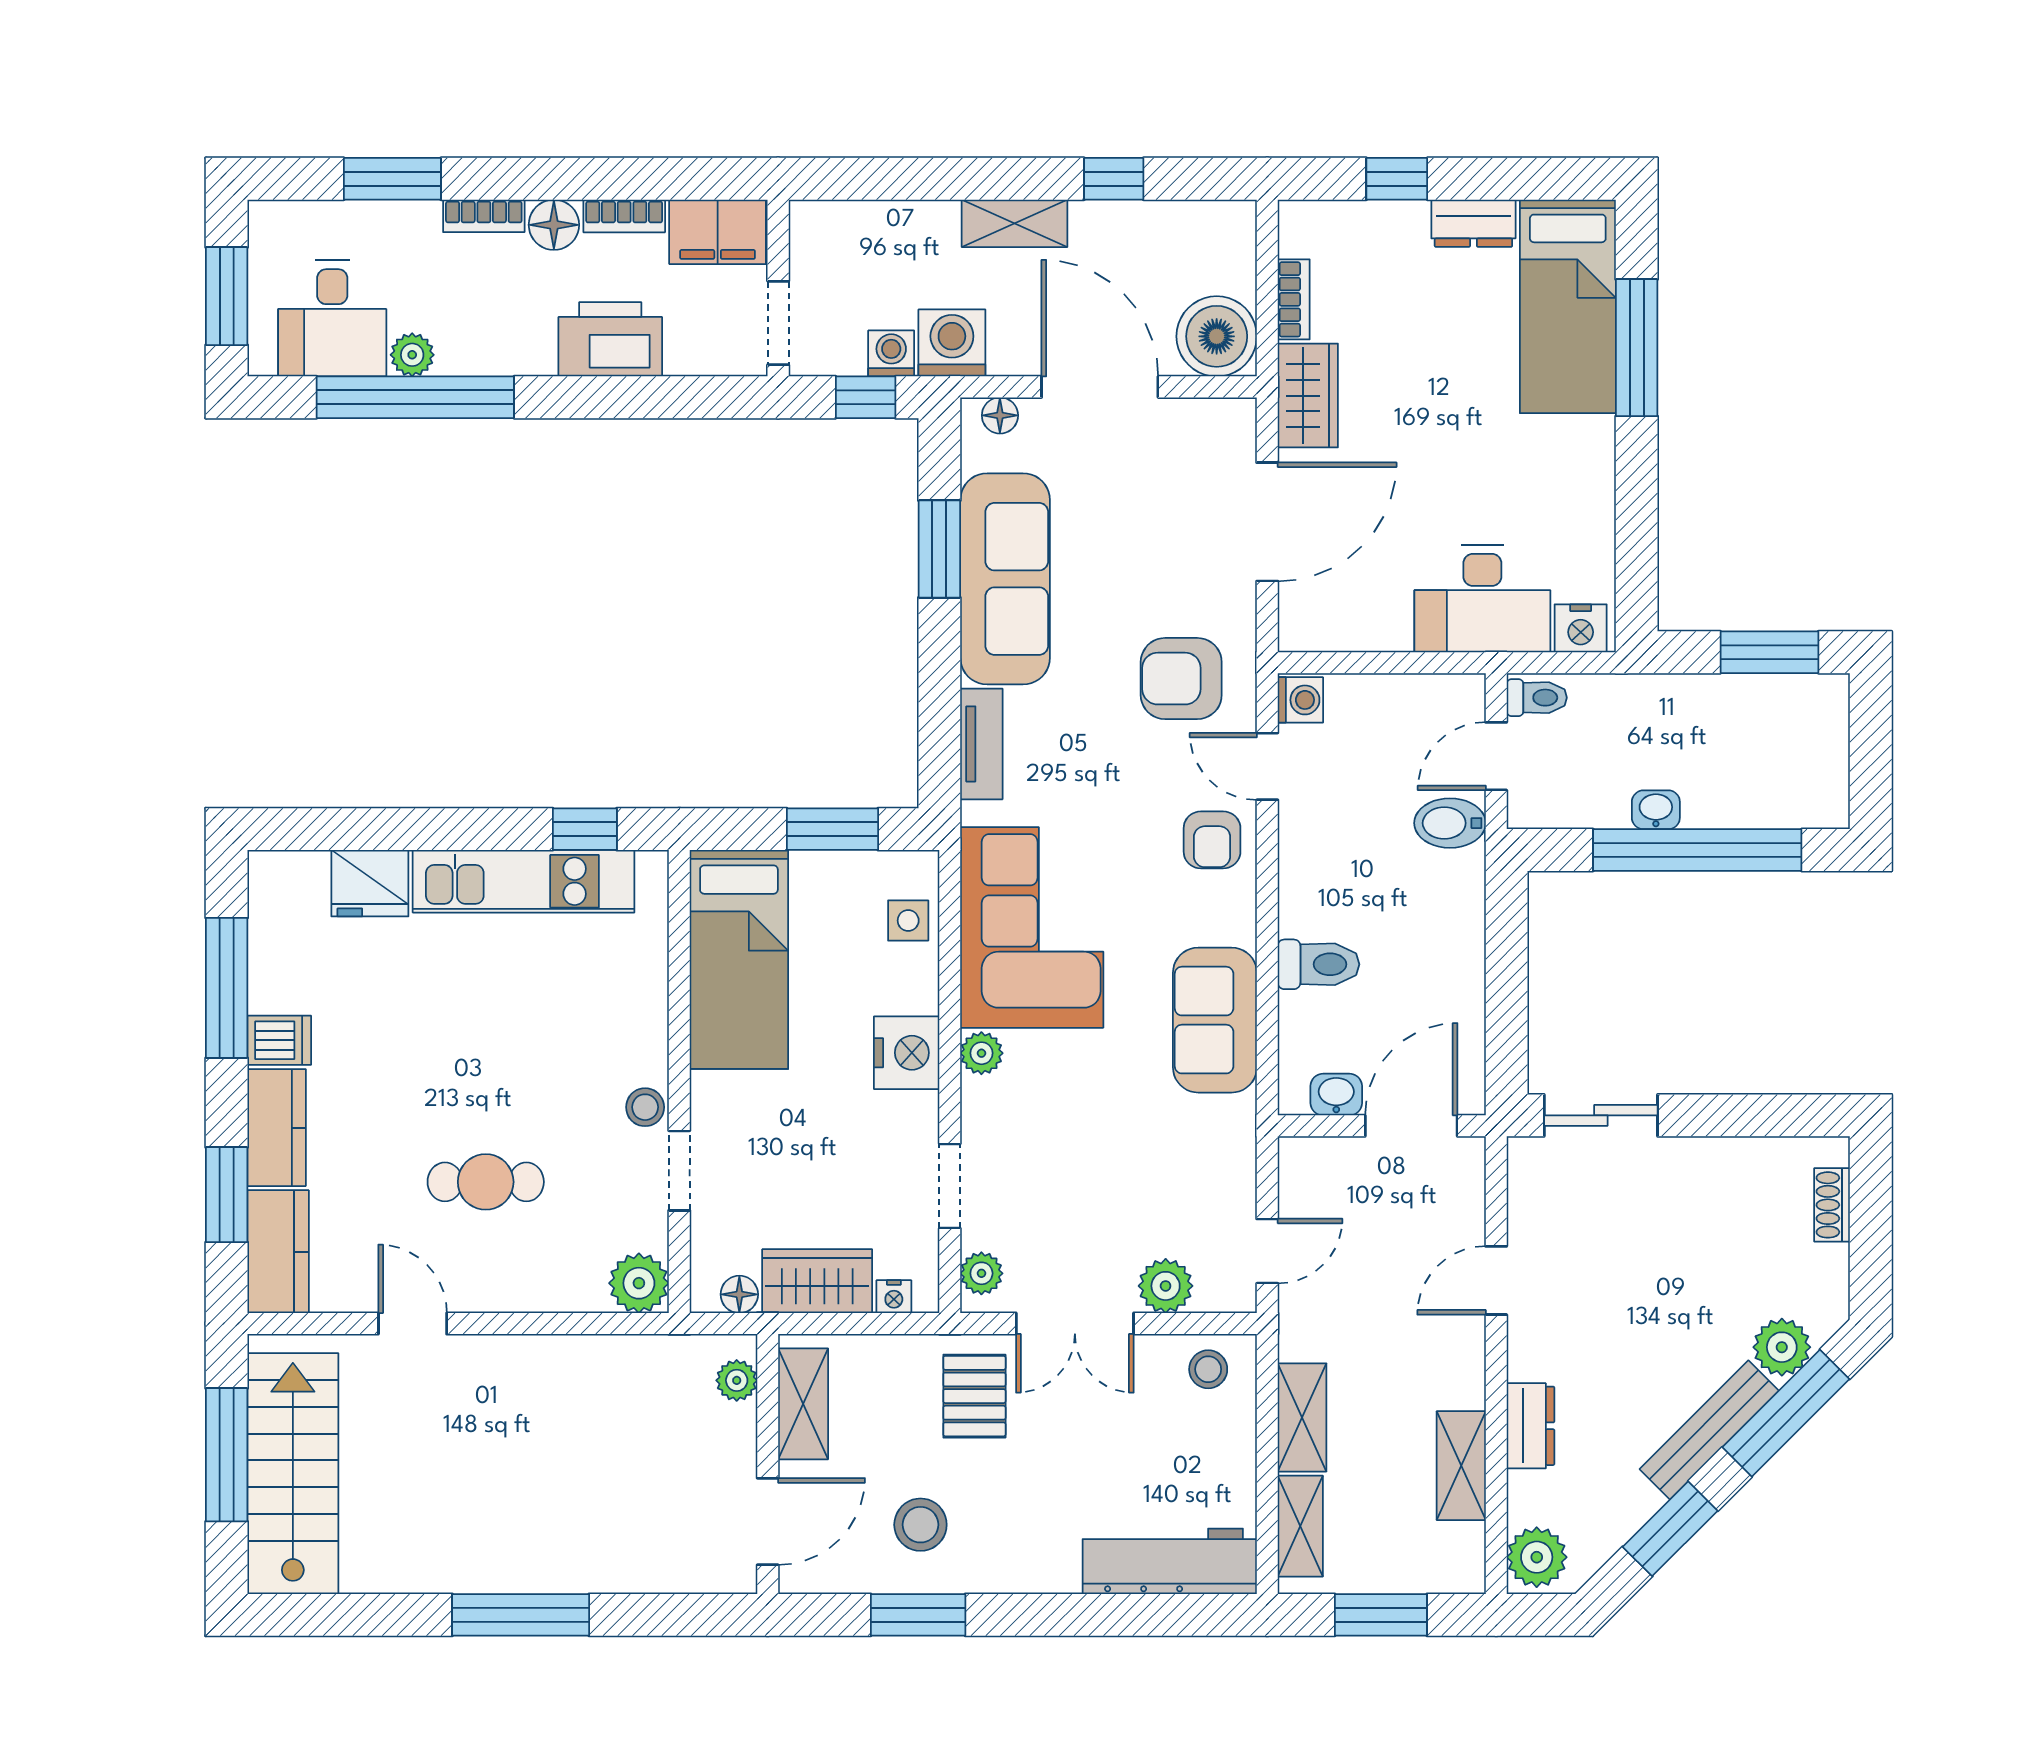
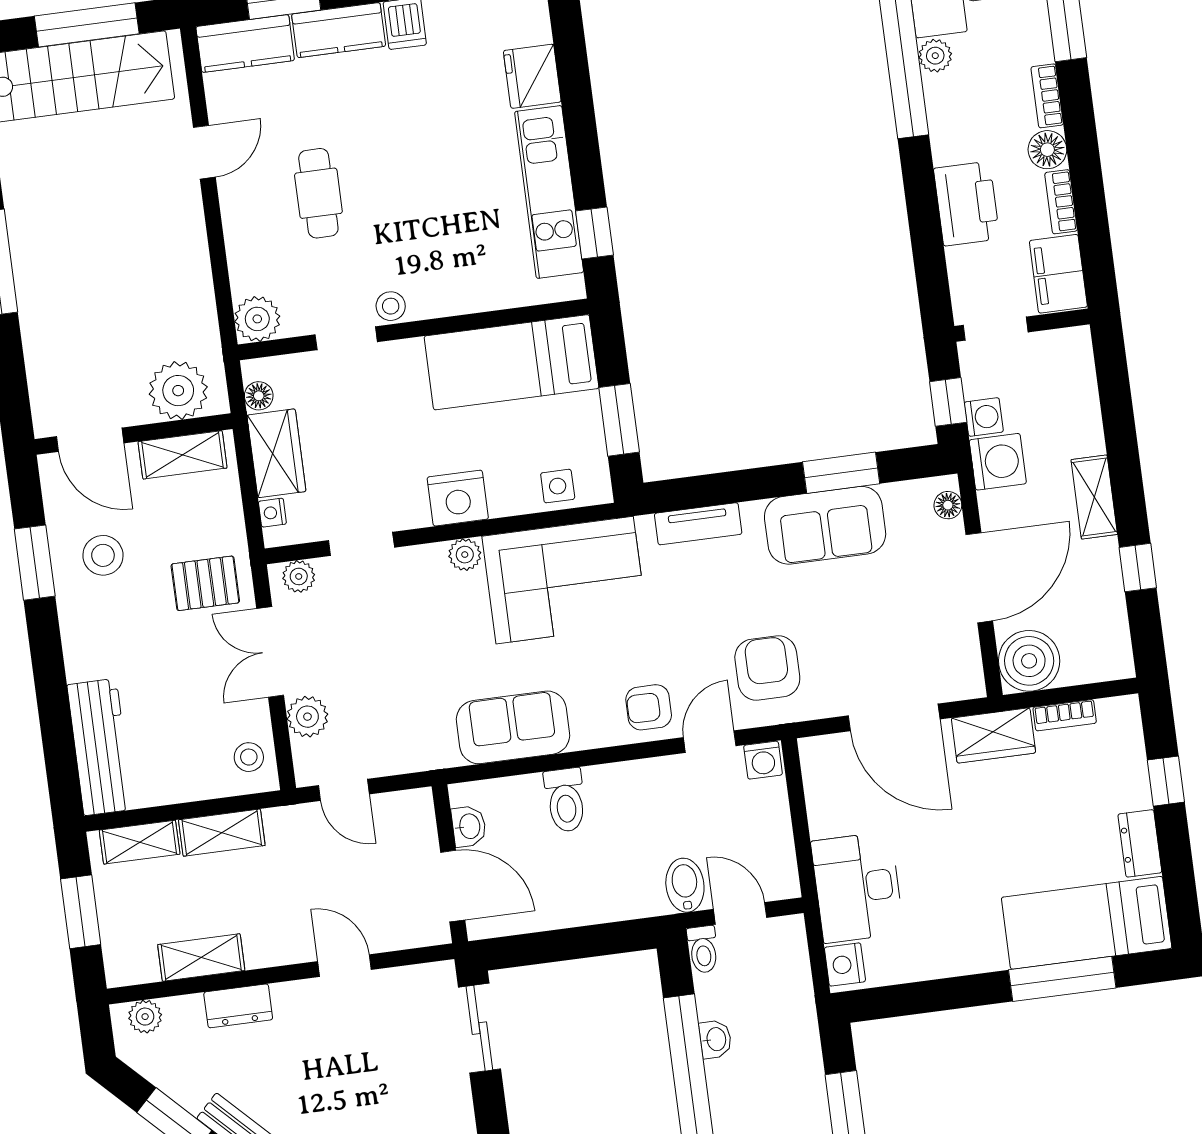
sofa: (1005, 579) -> (825, 525), width x0.73
toilet: (1537, 698) -> (703, 949), moved
plant: (737, 1380) -> (178, 391), width x1.88, depth x1.88
plant: (1537, 1557) -> (145, 1017), width x0.73, depth x0.73

